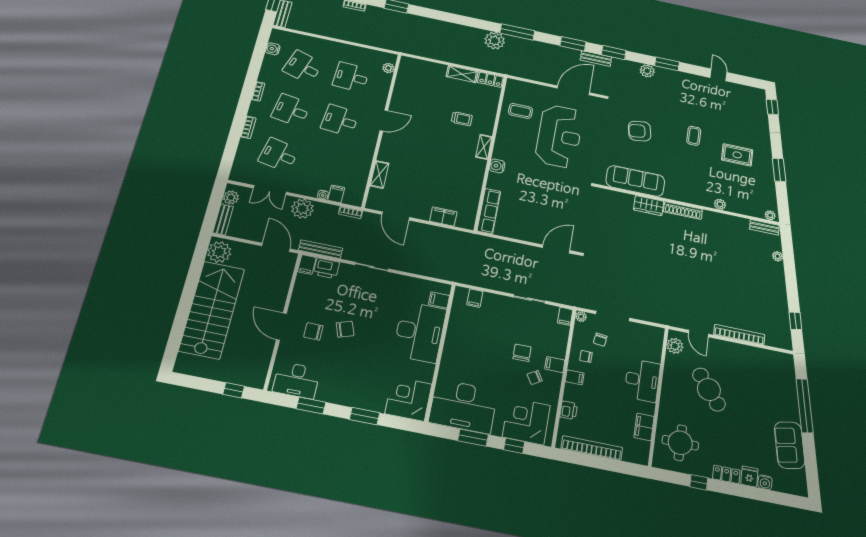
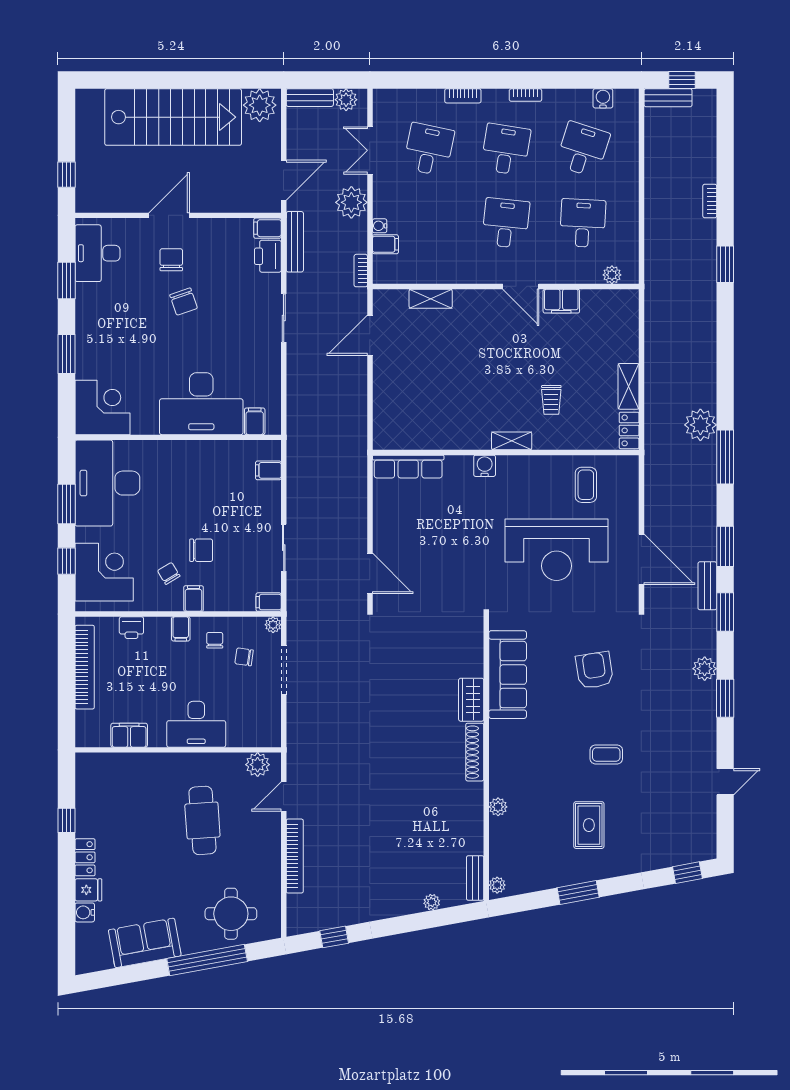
filing cabinet: (443, 216) -> (561, 301), moved, turned 90
cafe table: (709, 390) -> (202, 820), turned -57
round table: (680, 443) -> (231, 914), moved

